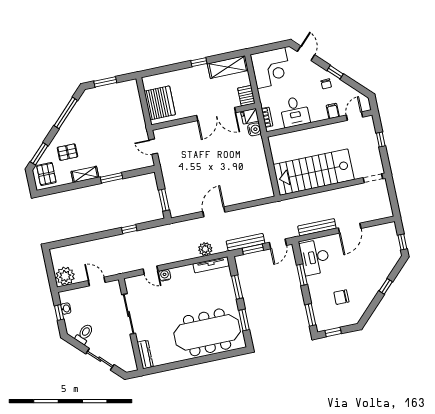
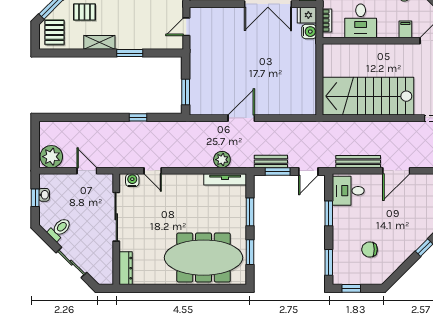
door: (153, 147) -> (186, 27), hinge flipped
bench: (246, 242) -> (271, 162), width x0.73
desk: (315, 257) -> (348, 191), width x0.73
water cooler: (165, 275) -> (132, 180), moved

